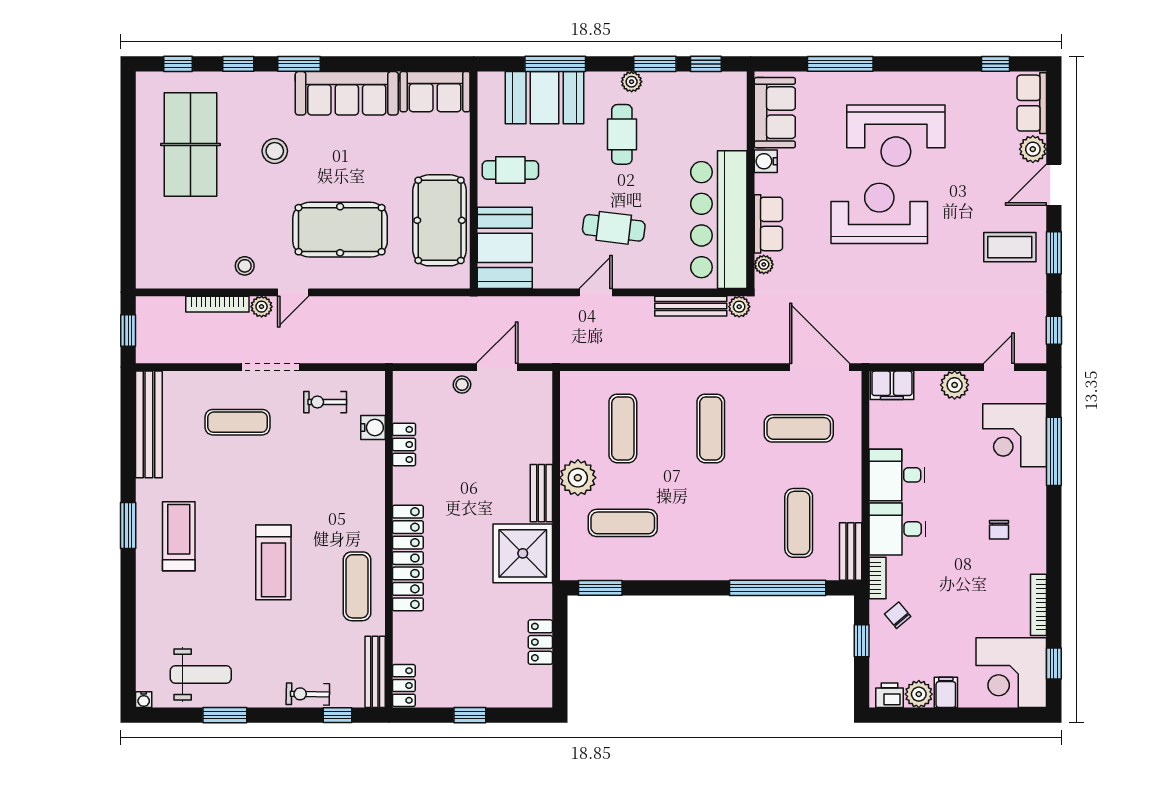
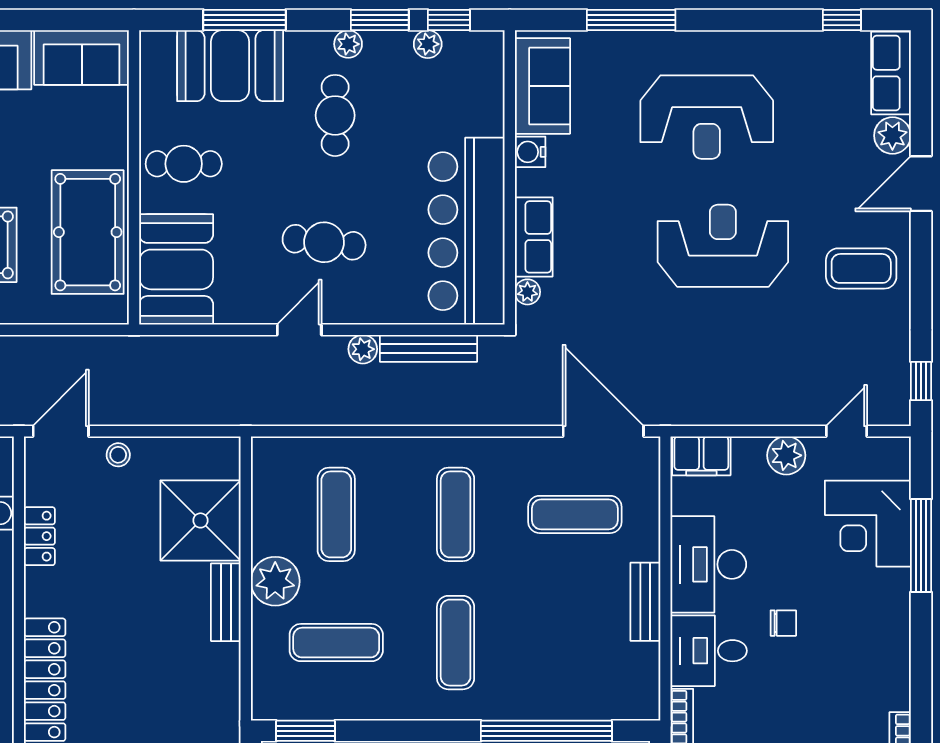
plant: (690, 82) -> (428, 44), added
reception desk: (879, 213) -> (723, 246), moved
window: (1054, 253) -> (921, 276), removed
plant: (739, 307) -> (363, 349), moved
door: (497, 367) -> (61, 431), moved
desk: (897, 475) -> (708, 564), width x1.37
exercise mat: (799, 523) -> (456, 643), moved
chair: (999, 530) -> (783, 623), moved, turned -90
bench: (851, 552) -> (645, 602), moved
shower: (523, 553) -> (200, 520), moved

